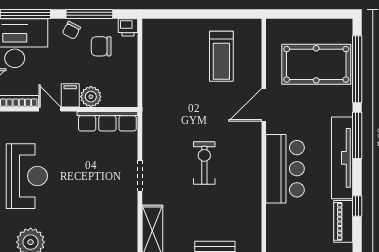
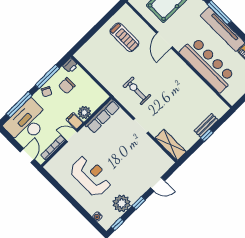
exercise bike: (204, 163) -> (137, 91), moved
bar counter: (285, 169) -> (208, 65), width x1.36

